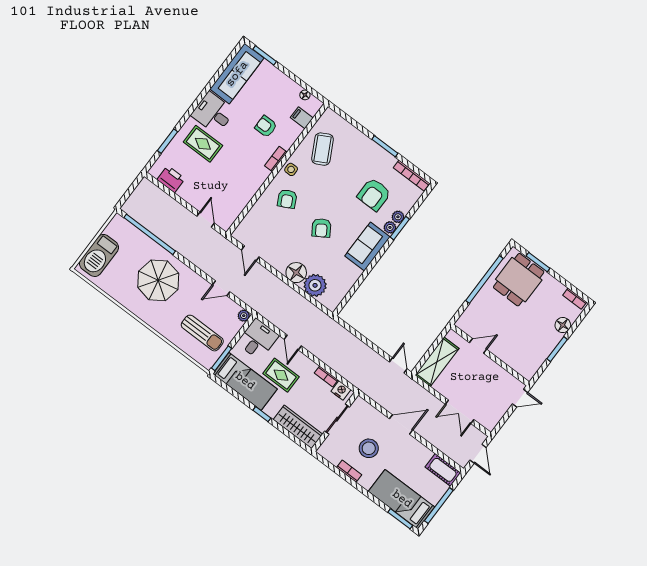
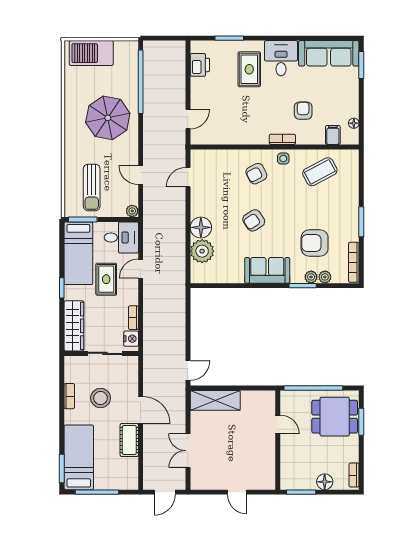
plant: (390, 227) -> (325, 277), moved
door: (478, 346) -> (278, 425), moved
wall: (490, 355) -> (278, 440), moved
cot: (443, 470) -> (129, 440), moved

